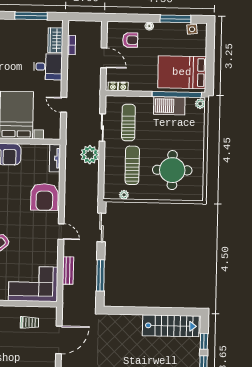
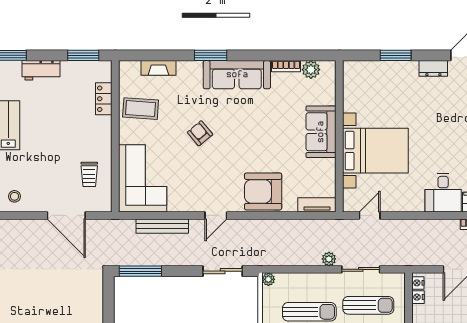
door: (64, 105) -> (370, 215), moved
plant: (90, 155) -> (329, 259), width x0.53, depth x0.53
plant: (124, 195) -> (268, 279), moved
bench: (68, 271) -> (162, 226), width x1.36
window: (100, 275) -> (140, 271), moved

